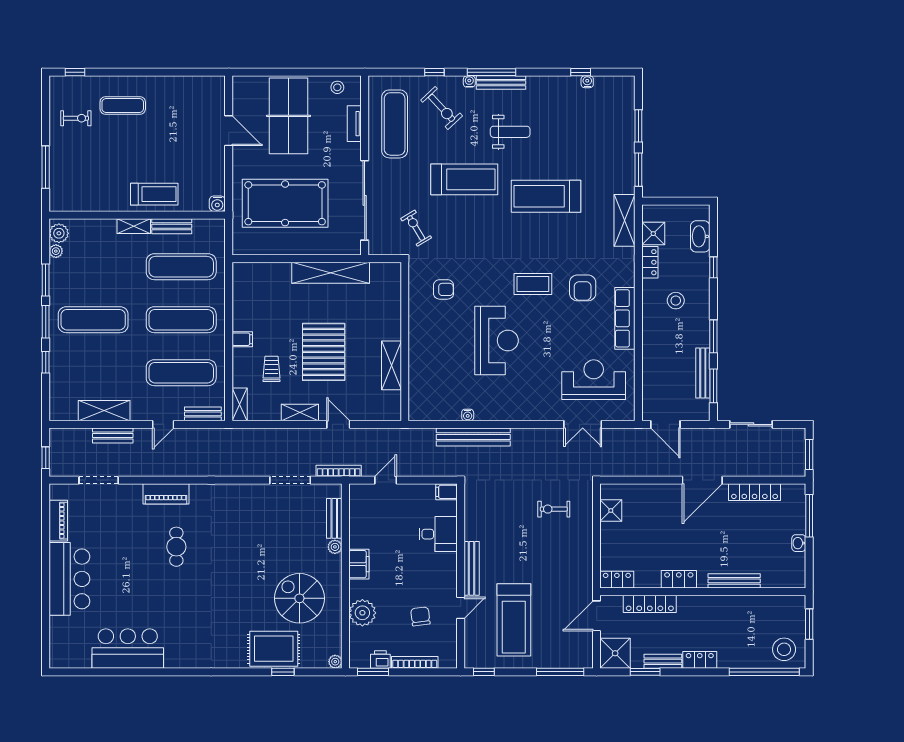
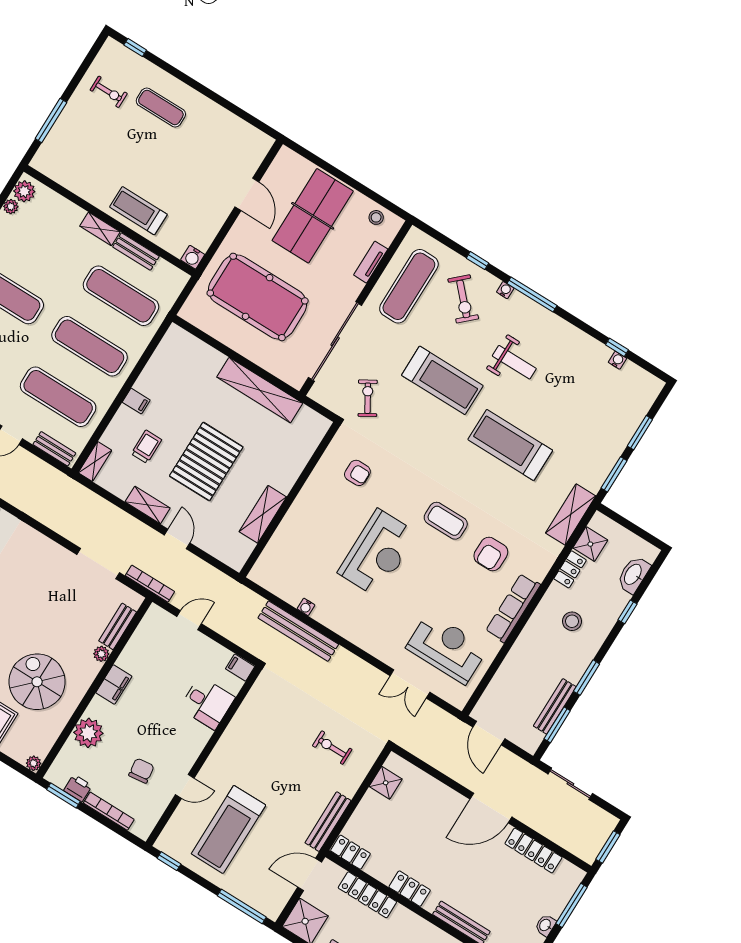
bench: (501, 83) -> (535, 310), removed
treadmill: (154, 194) -> (138, 211), turned 180
bench: (472, 568) -> (328, 822), moved

